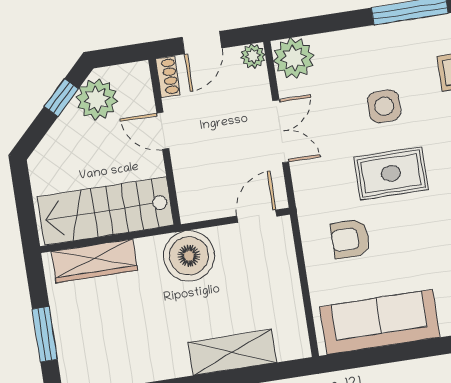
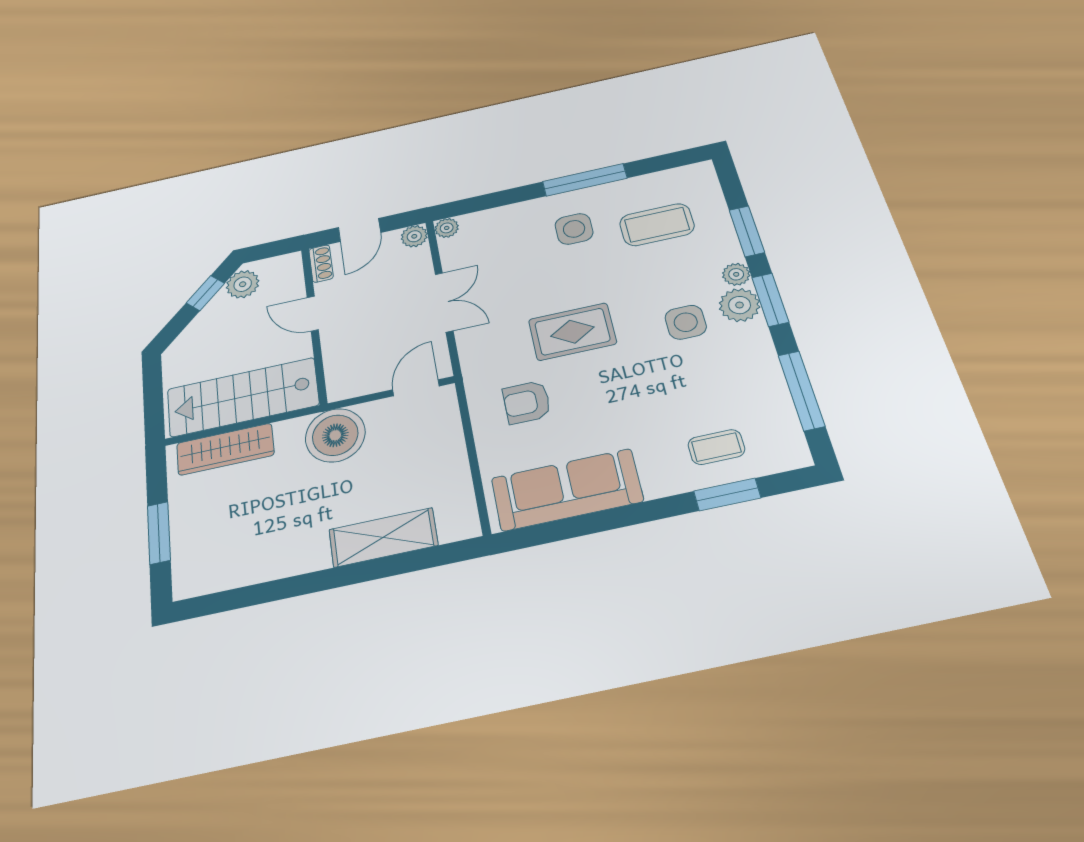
plant: (294, 58) -> (447, 228), width x0.53, depth x0.53
plant: (97, 99) -> (243, 284), width x0.73, depth x0.73
side table: (384, 106) -> (574, 229), moved

